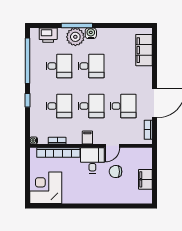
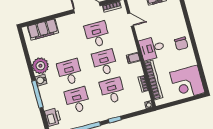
plant: (75, 37) -> (40, 66), moved
door: (112, 146) -> (131, 20), moved
chair: (116, 172) -> (181, 44), moved

